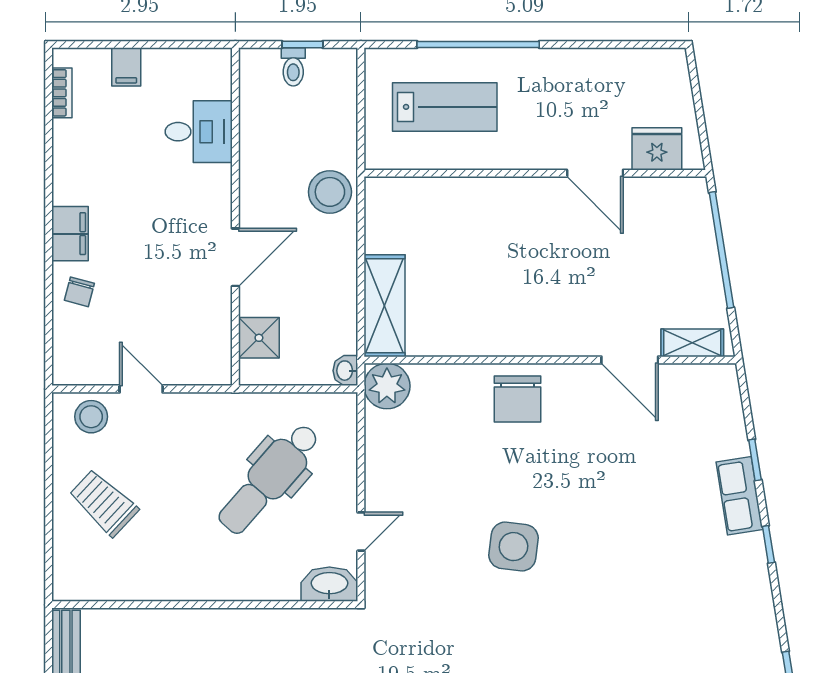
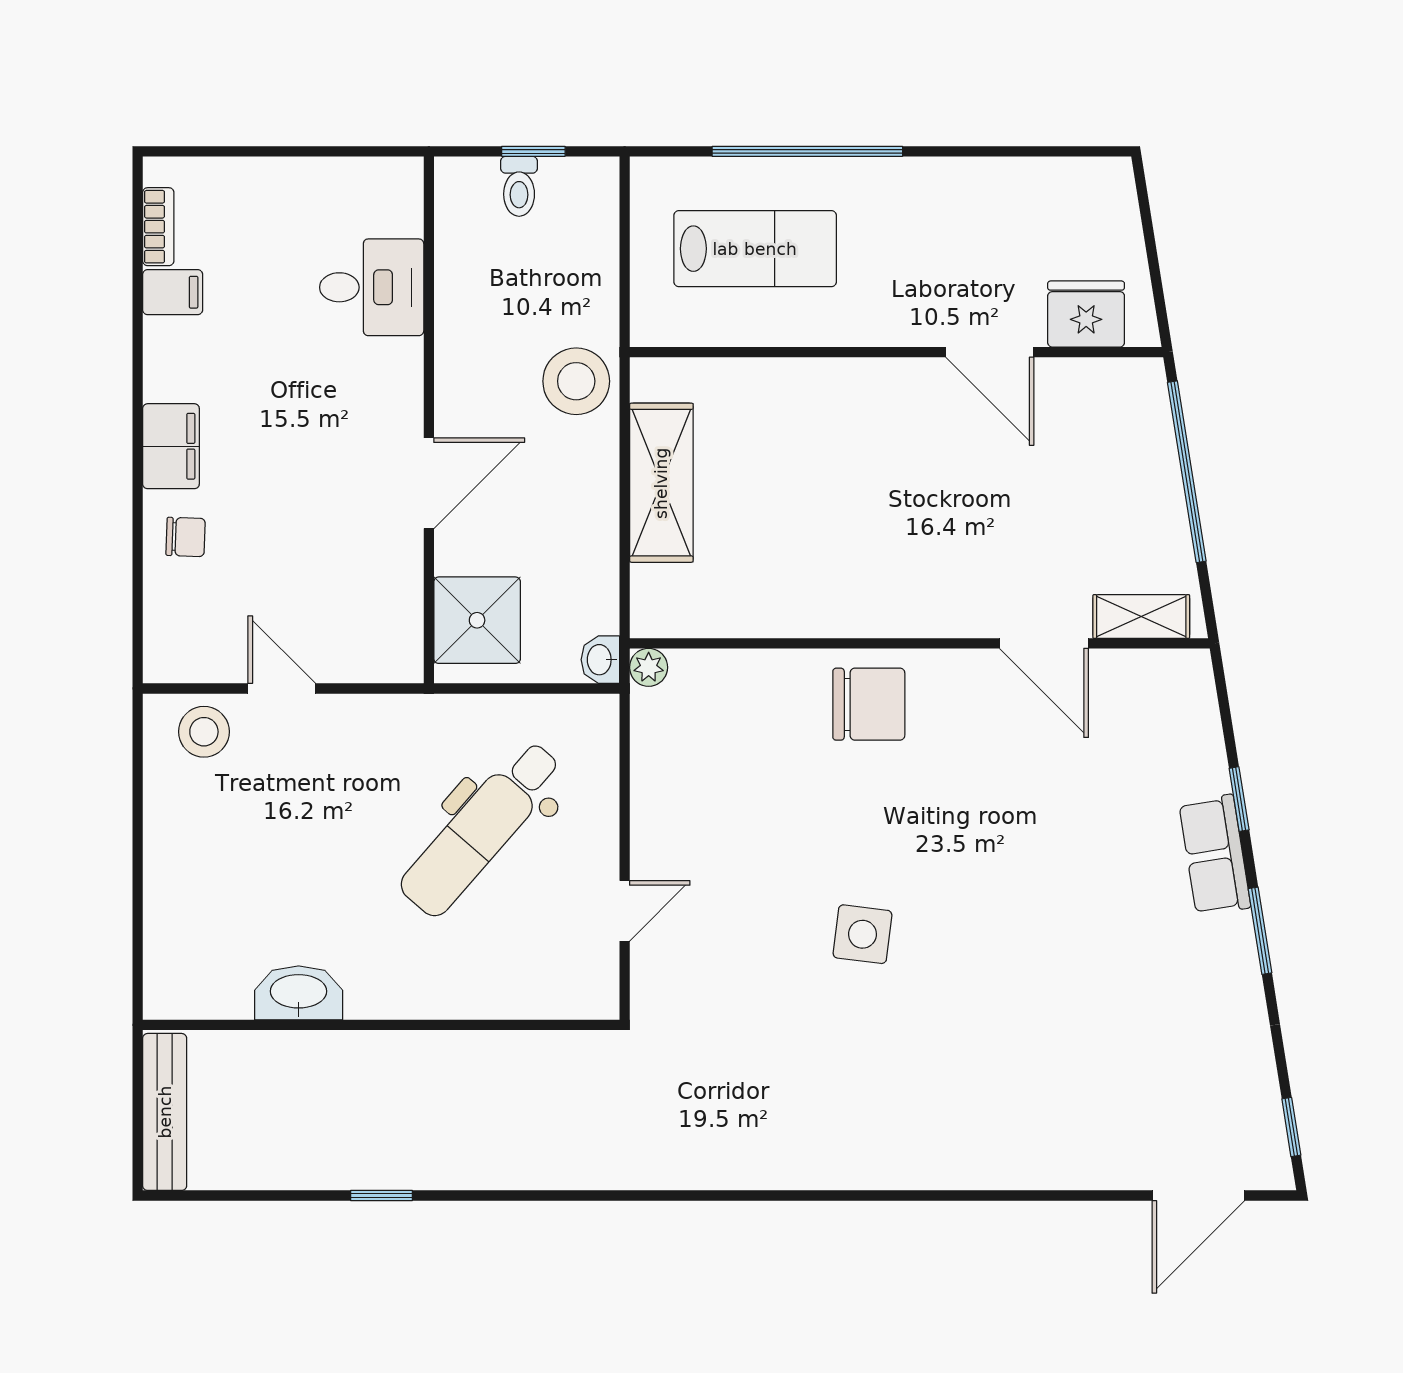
filing cabinet: (126, 67) -> (173, 292), moved, turned -90
chair: (79, 292) -> (186, 537), turned -103
shelving: (385, 306) -> (661, 483), moved
shower: (259, 338) -> (477, 620), width x1.36, depth x1.36
plant: (387, 386) -> (649, 667), width x0.53, depth x0.53
chair: (518, 399) -> (869, 704), turned -90
trolley: (104, 503) -> (223, 866), removed
window: (768, 544) -> (1260, 931), width x1.50
side table: (513, 547) -> (862, 934), width x0.73, depth x0.73
washbasin: (329, 584) -> (299, 993), moved

